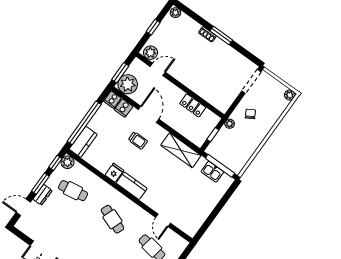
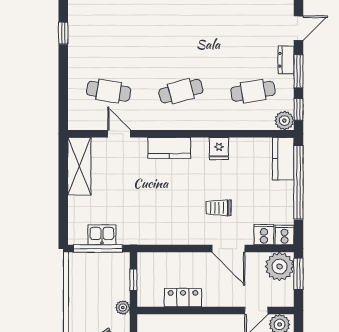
shelving: (181, 150) -> (79, 166), moved, turned 90
kitchen counter: (132, 186) -> (169, 148), moved
cafe table: (113, 219) -> (181, 91), turned -36

